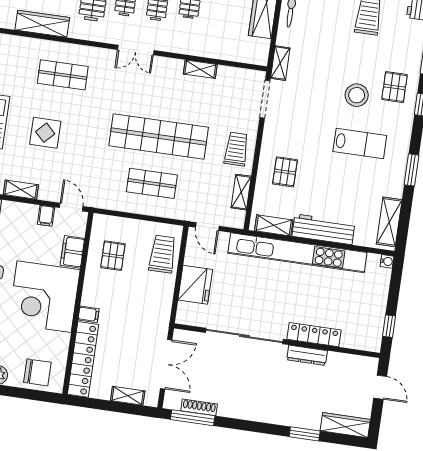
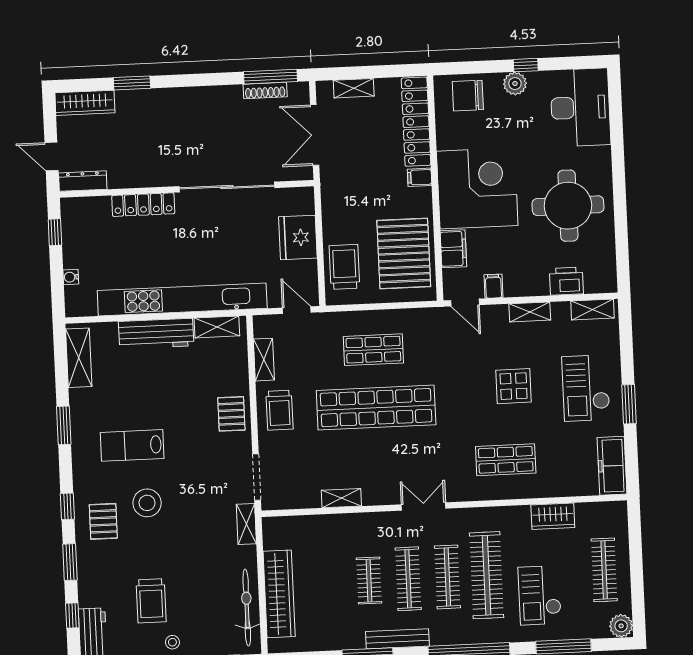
wardrobe: (42, 24) -> (553, 516), width x0.67
pallet: (285, 172) -> (231, 414), moved
trolley: (162, 254) -> (344, 267), turned 180
pallet: (113, 256) -> (404, 254), width x2.05, depth x2.00
water cooler: (387, 261) -> (71, 277), moved
dresser: (307, 355) -> (83, 181), moved

